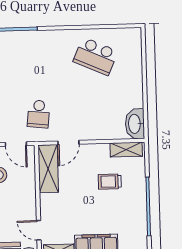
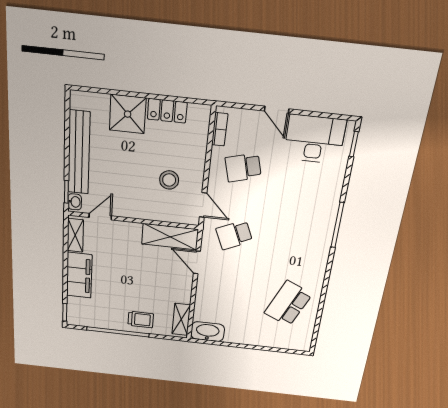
school desk: (39, 114) -> (234, 235), turned -30
door: (16, 144) -> (203, 205), swing flipped
trolley: (110, 182) -> (141, 319), moved, turned 90

